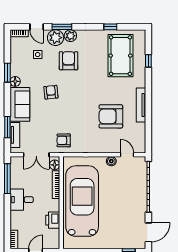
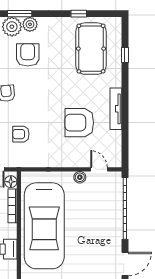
armchair: (64, 140) -> (21, 134), moved
car: (82, 201) -> (44, 226), turned 180

